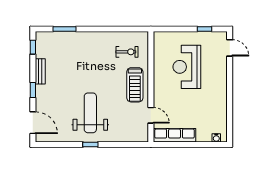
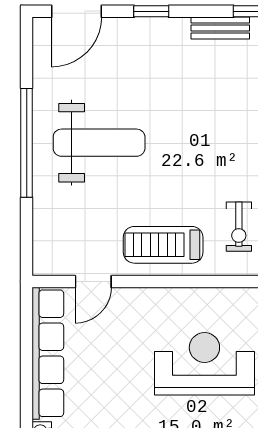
bench: (40, 71) -> (220, 28), moved
row of seats: (175, 135) -> (48, 353), width x1.36
window: (90, 144) -> (27, 143), width x3.17

